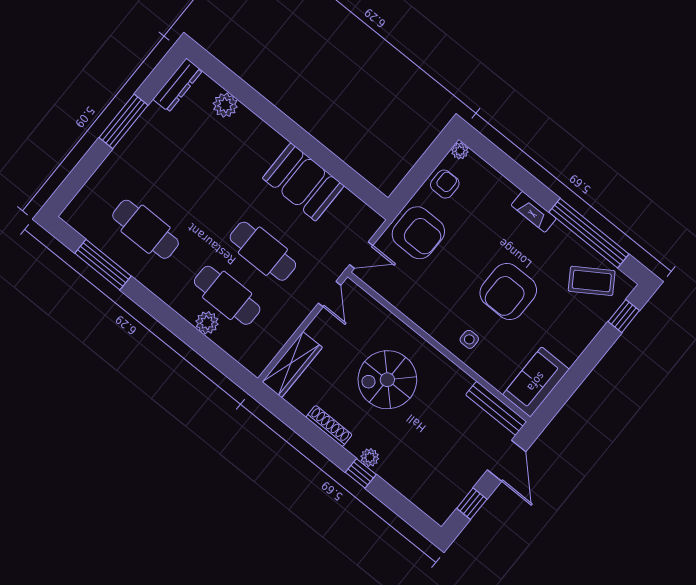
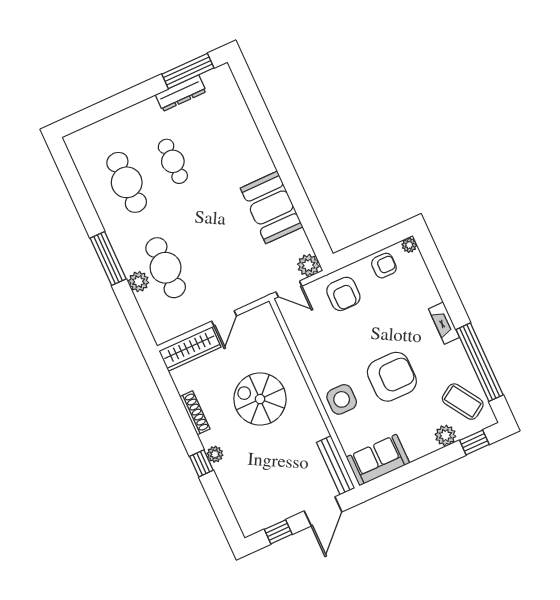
dresser: (178, 85) -> (181, 93), moved
plant: (225, 105) -> (308, 265), moved
window: (123, 121) -> (188, 71), moved
armchair: (418, 233) -> (343, 294), width x0.73, depth x0.73
cafe table: (263, 251) -> (173, 161), moved, width x0.73, depth x0.74
window: (103, 265) -> (108, 259), moved
armchair: (508, 291) -> (392, 377), turned 180
door: (330, 294) -> (224, 318), moved
plant: (591, 324) -> (445, 435), added
side table: (469, 339) -> (342, 399), width x1.87, depth x1.87

